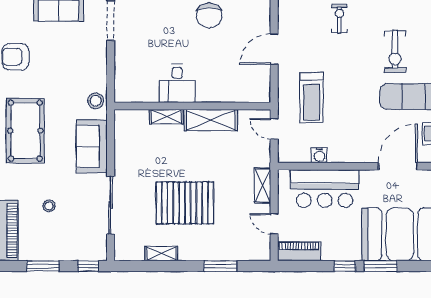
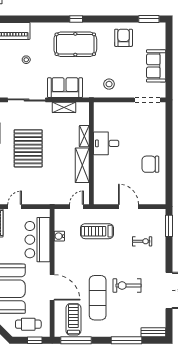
exercise bike: (339, 19) -> (142, 241), moved
stool: (96, 101) -> (109, 84), moved
shelving: (263, 185) -> (64, 107), moved

